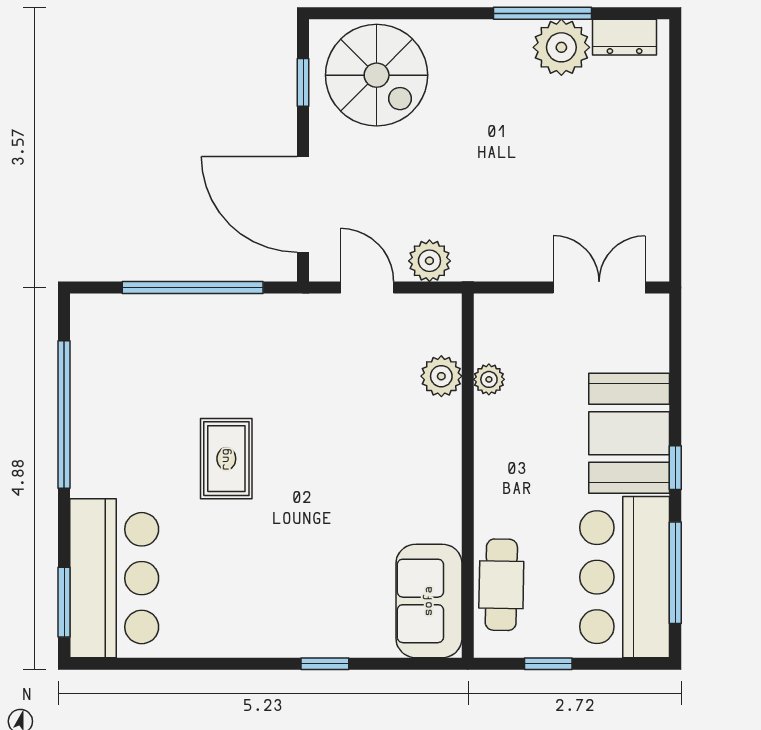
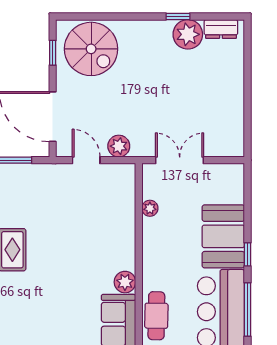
window: (543, 13) -> (178, 17), width x0.46
double door: (599, 288) -> (180, 160), moved
plant: (441, 376) -> (125, 282), moved

